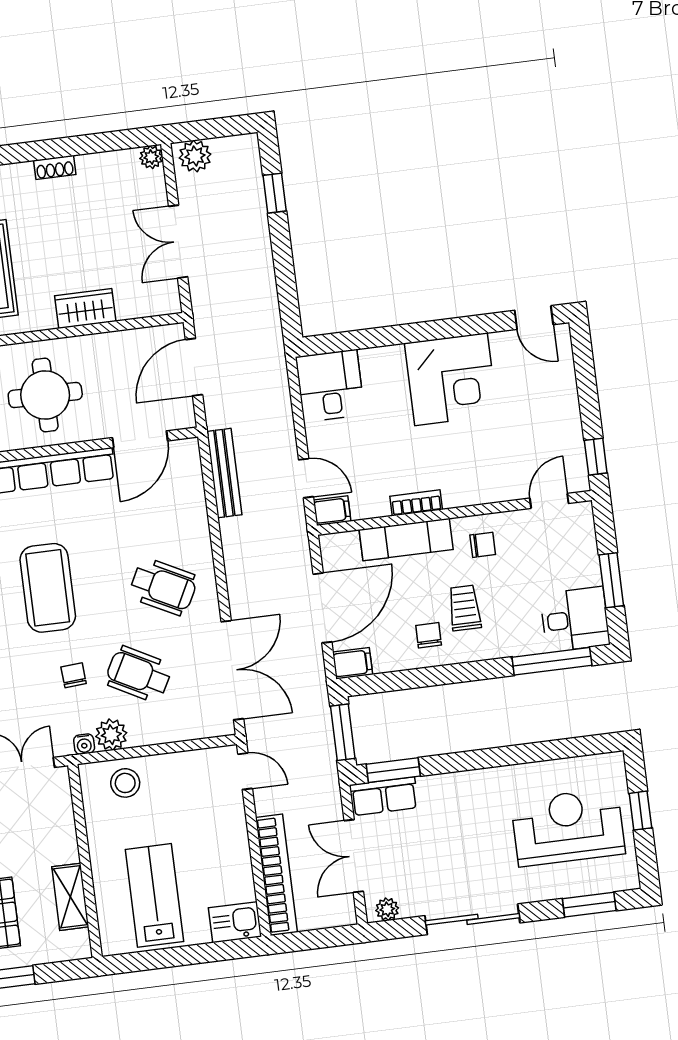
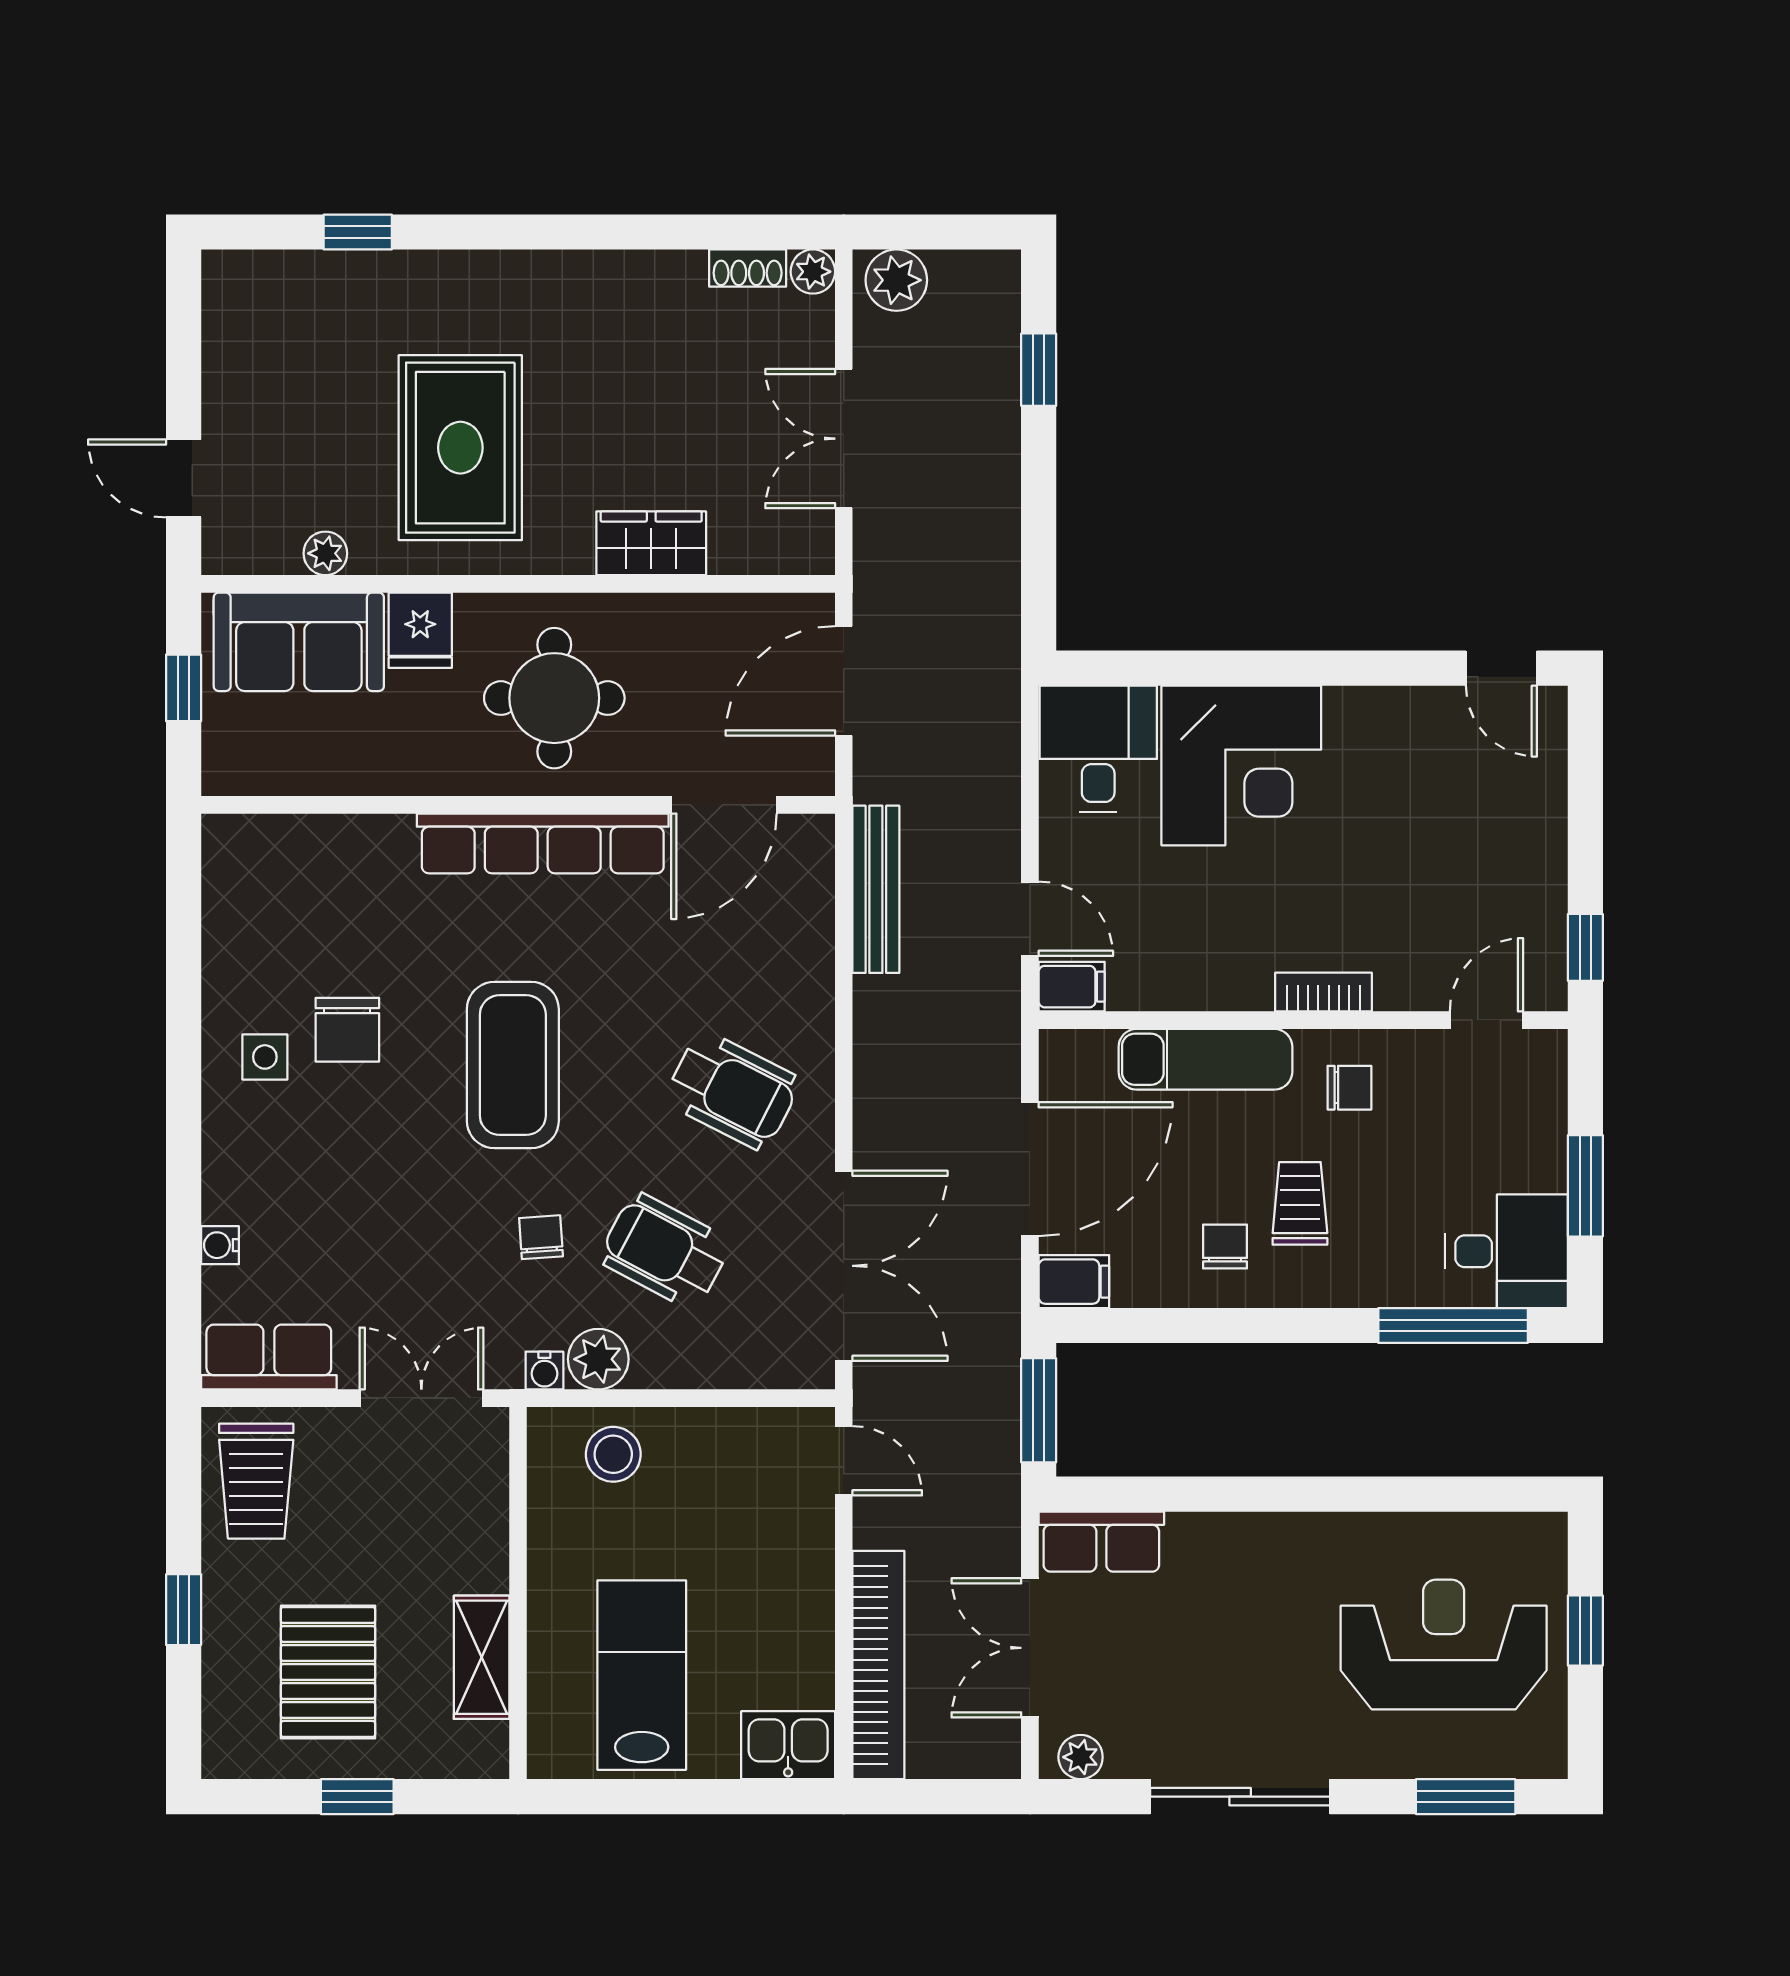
shoe rack: (55, 167) -> (748, 268), moved
corner desk: (451, 379) -> (1241, 765), moved
bookcase: (416, 503) -> (1324, 992), moved
window: (393, 770) -> (1126, 1494), removed

